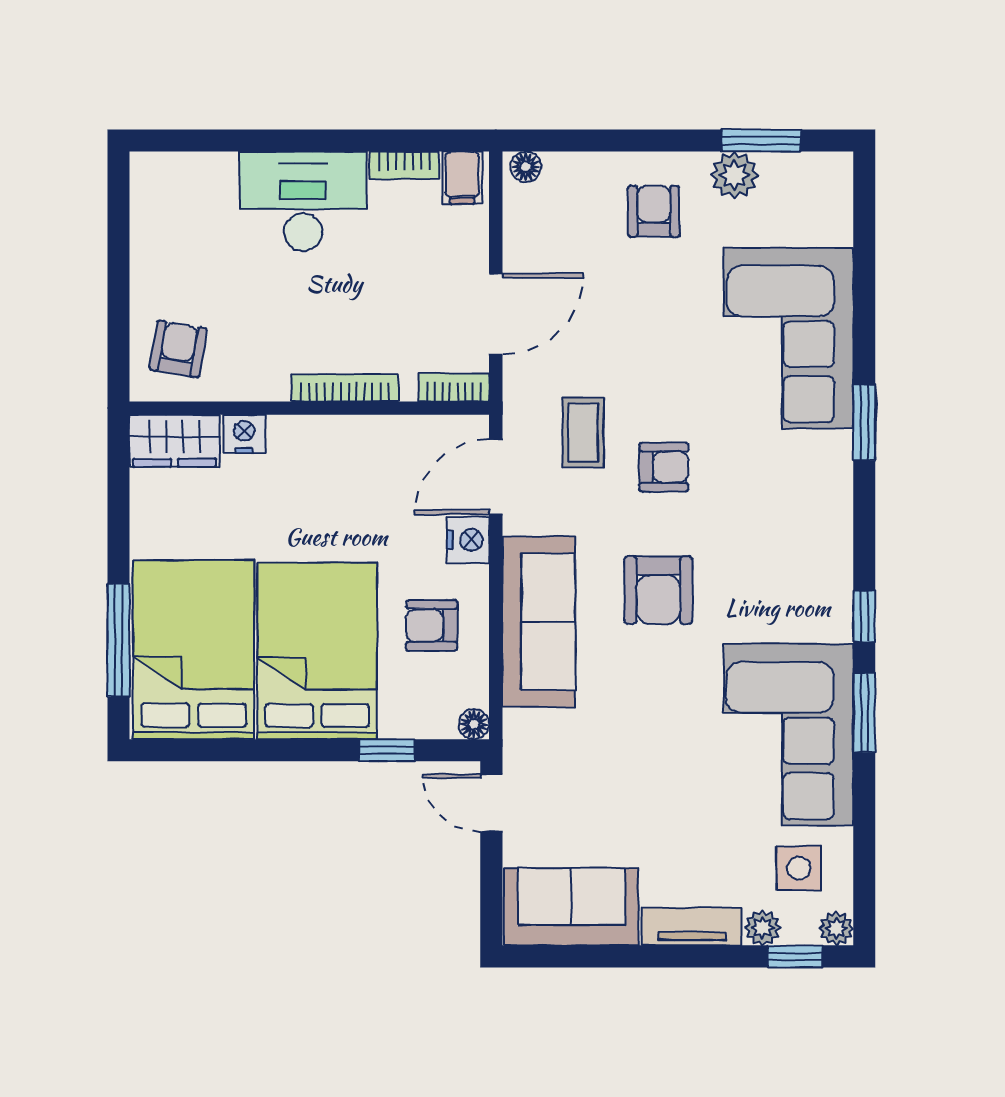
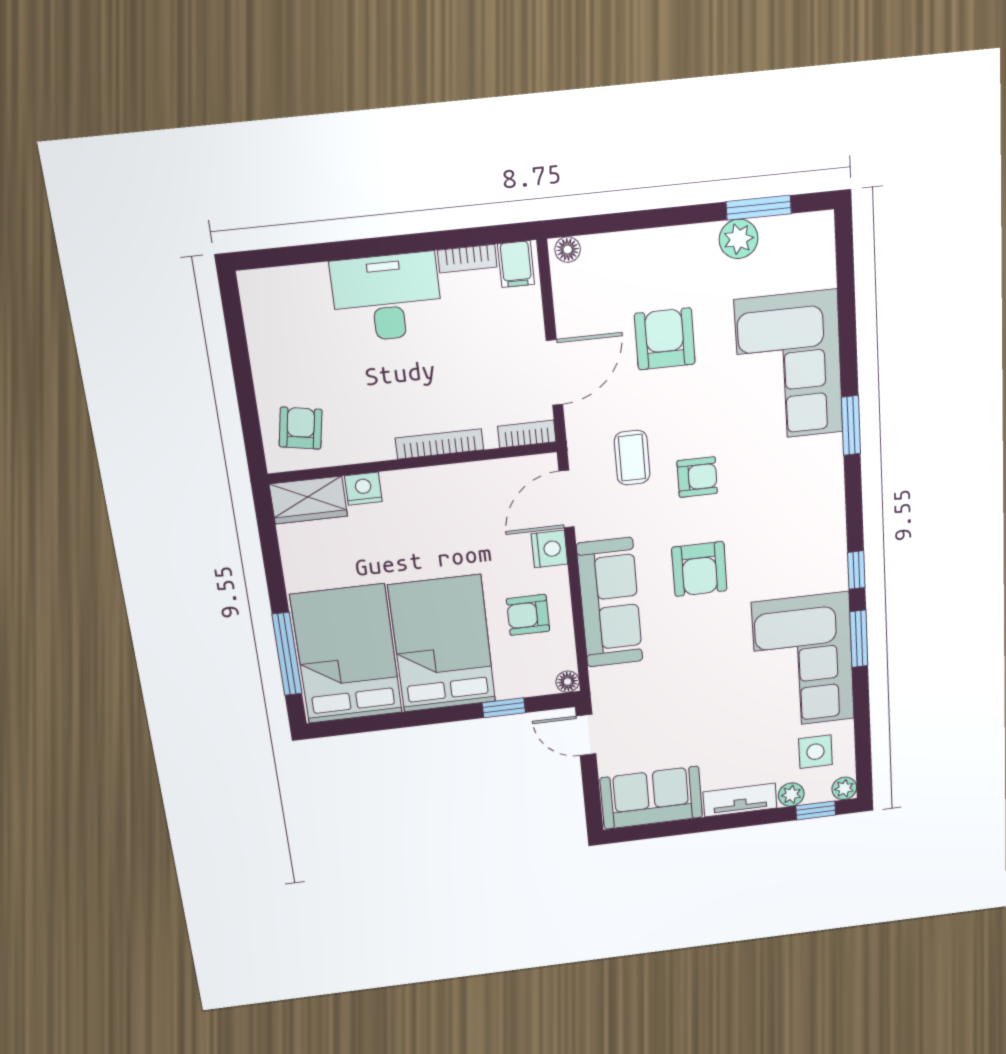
armchair: (654, 211) -> (665, 339), moved, width x1.38, depth x1.38

